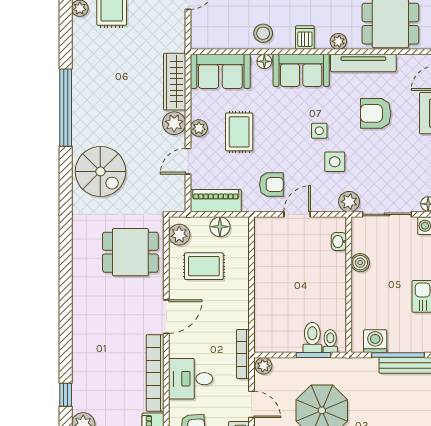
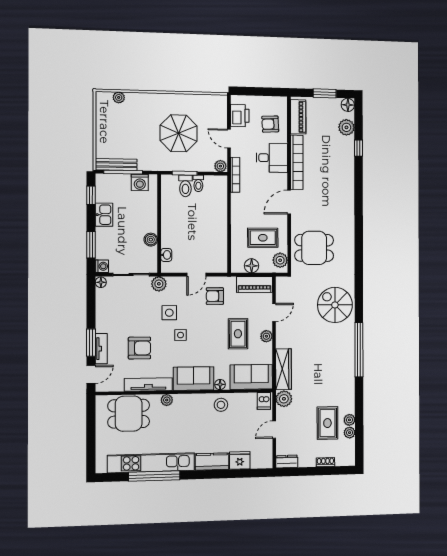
dishwasher: (305, 38) -> (264, 401), moved
plant: (174, 123) -> (284, 399), moved
toilet: (330, 341) -> (198, 183), moved

